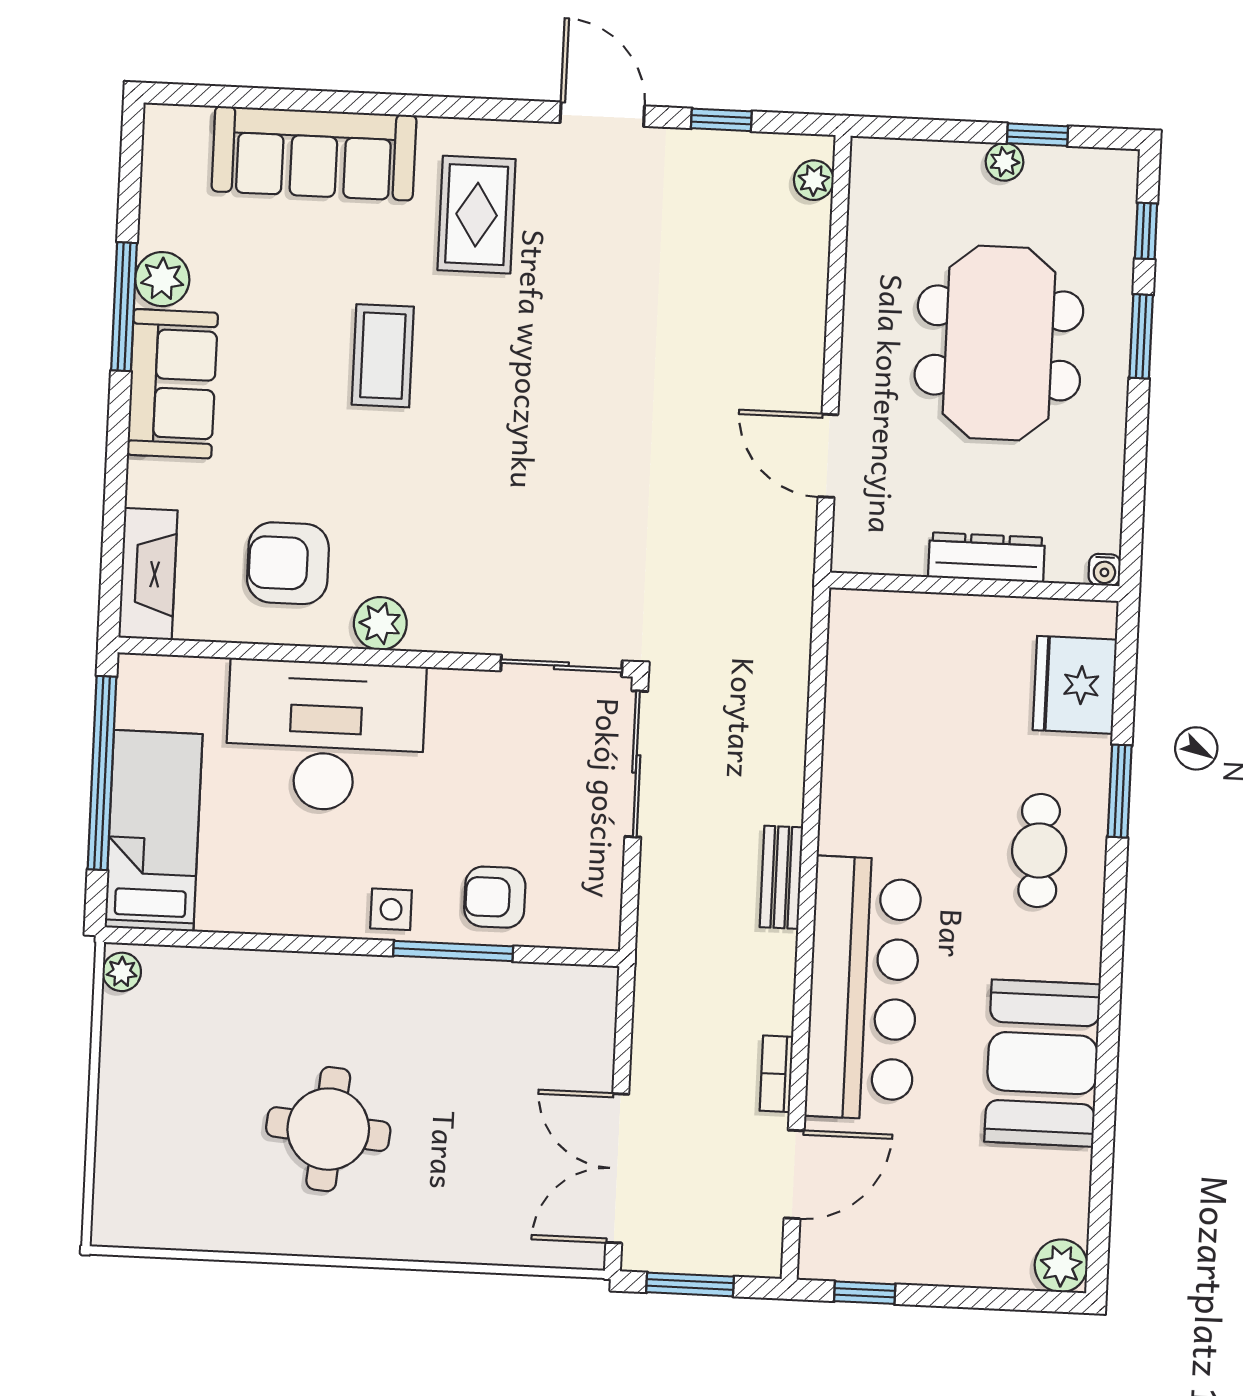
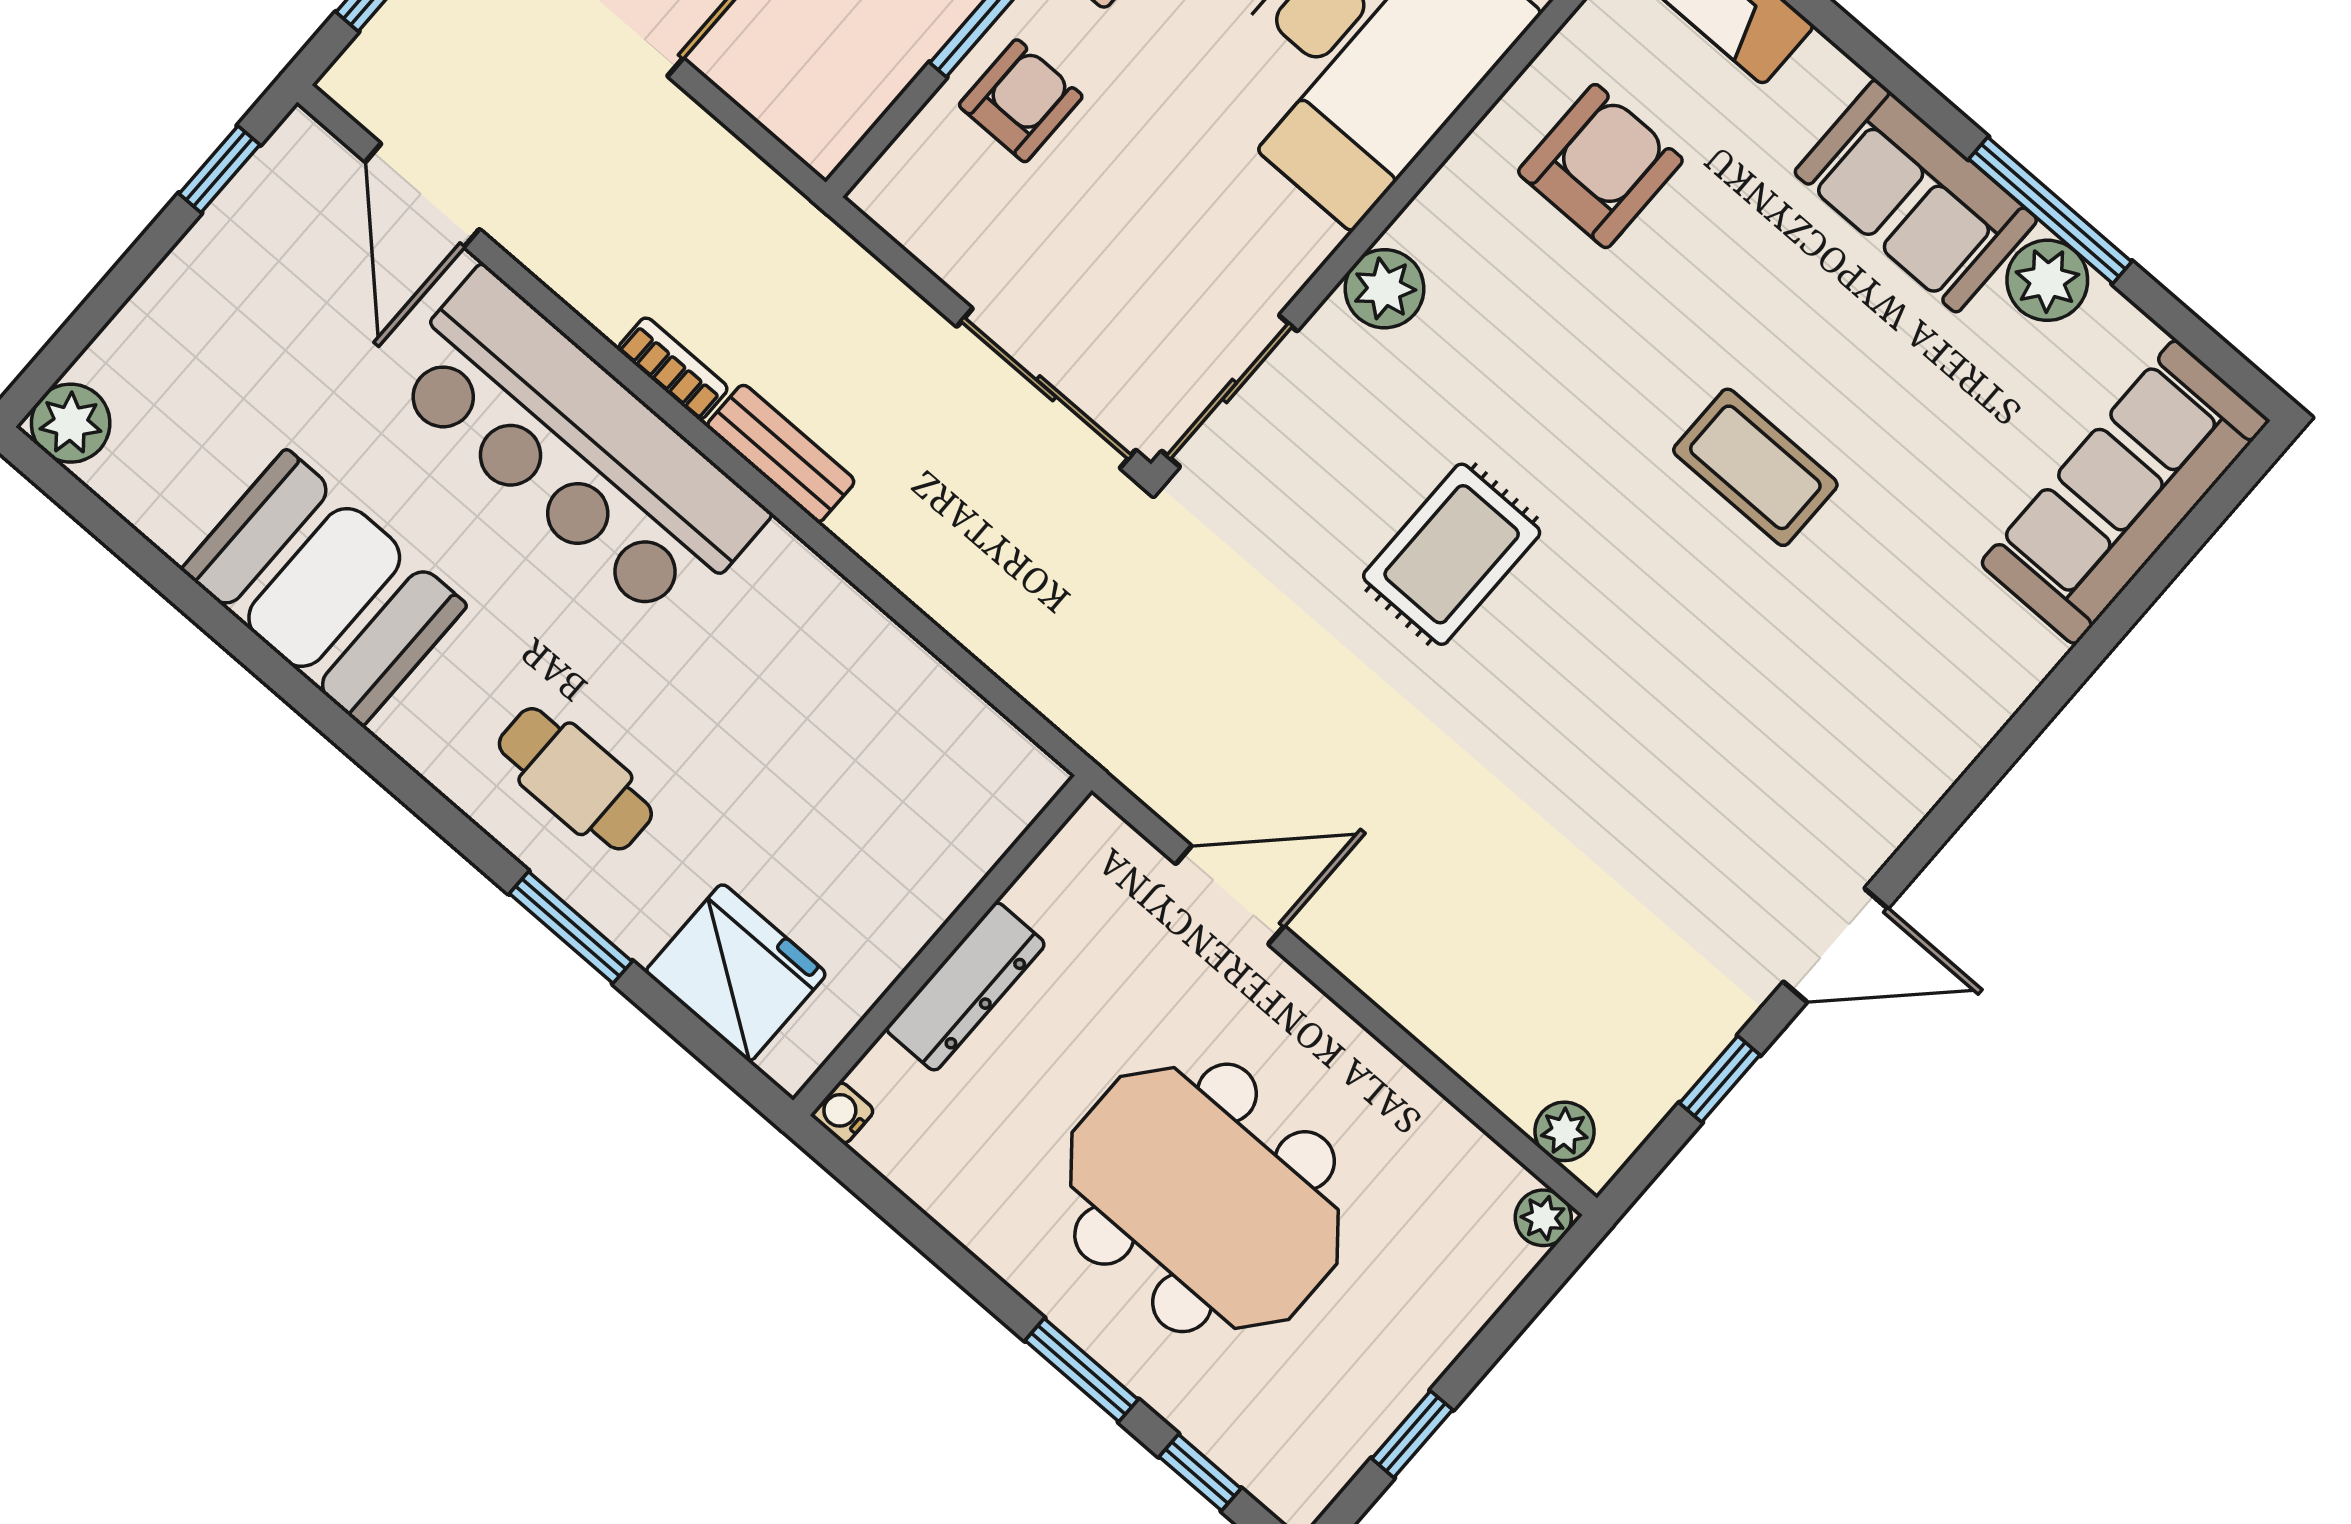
sofa: (314, 153) -> (2125, 492), moved
plant: (1005, 162) -> (1543, 1218), moved
rug: (477, 215) -> (1452, 554), moved, turned 90
plant: (380, 623) -> (1385, 289), moved
bookcase: (776, 1074) -> (673, 368), moved

